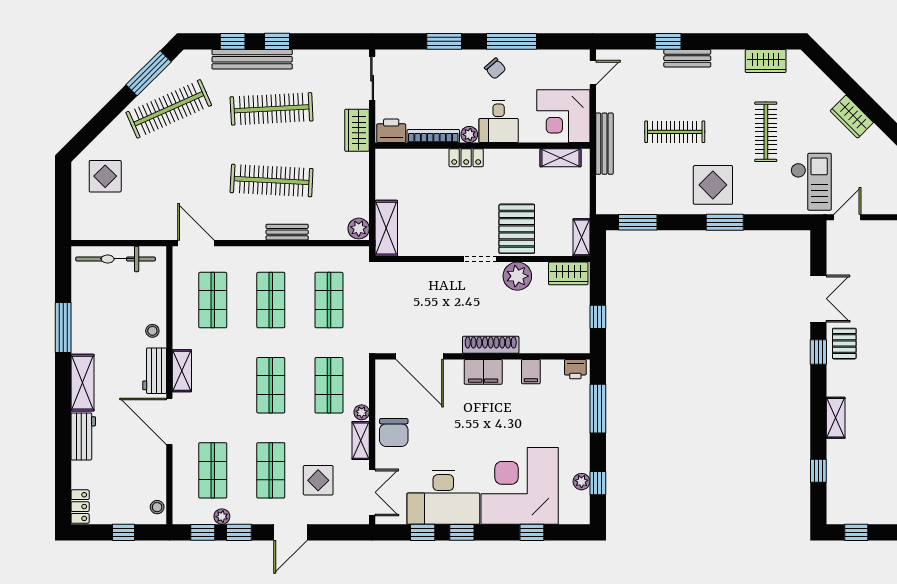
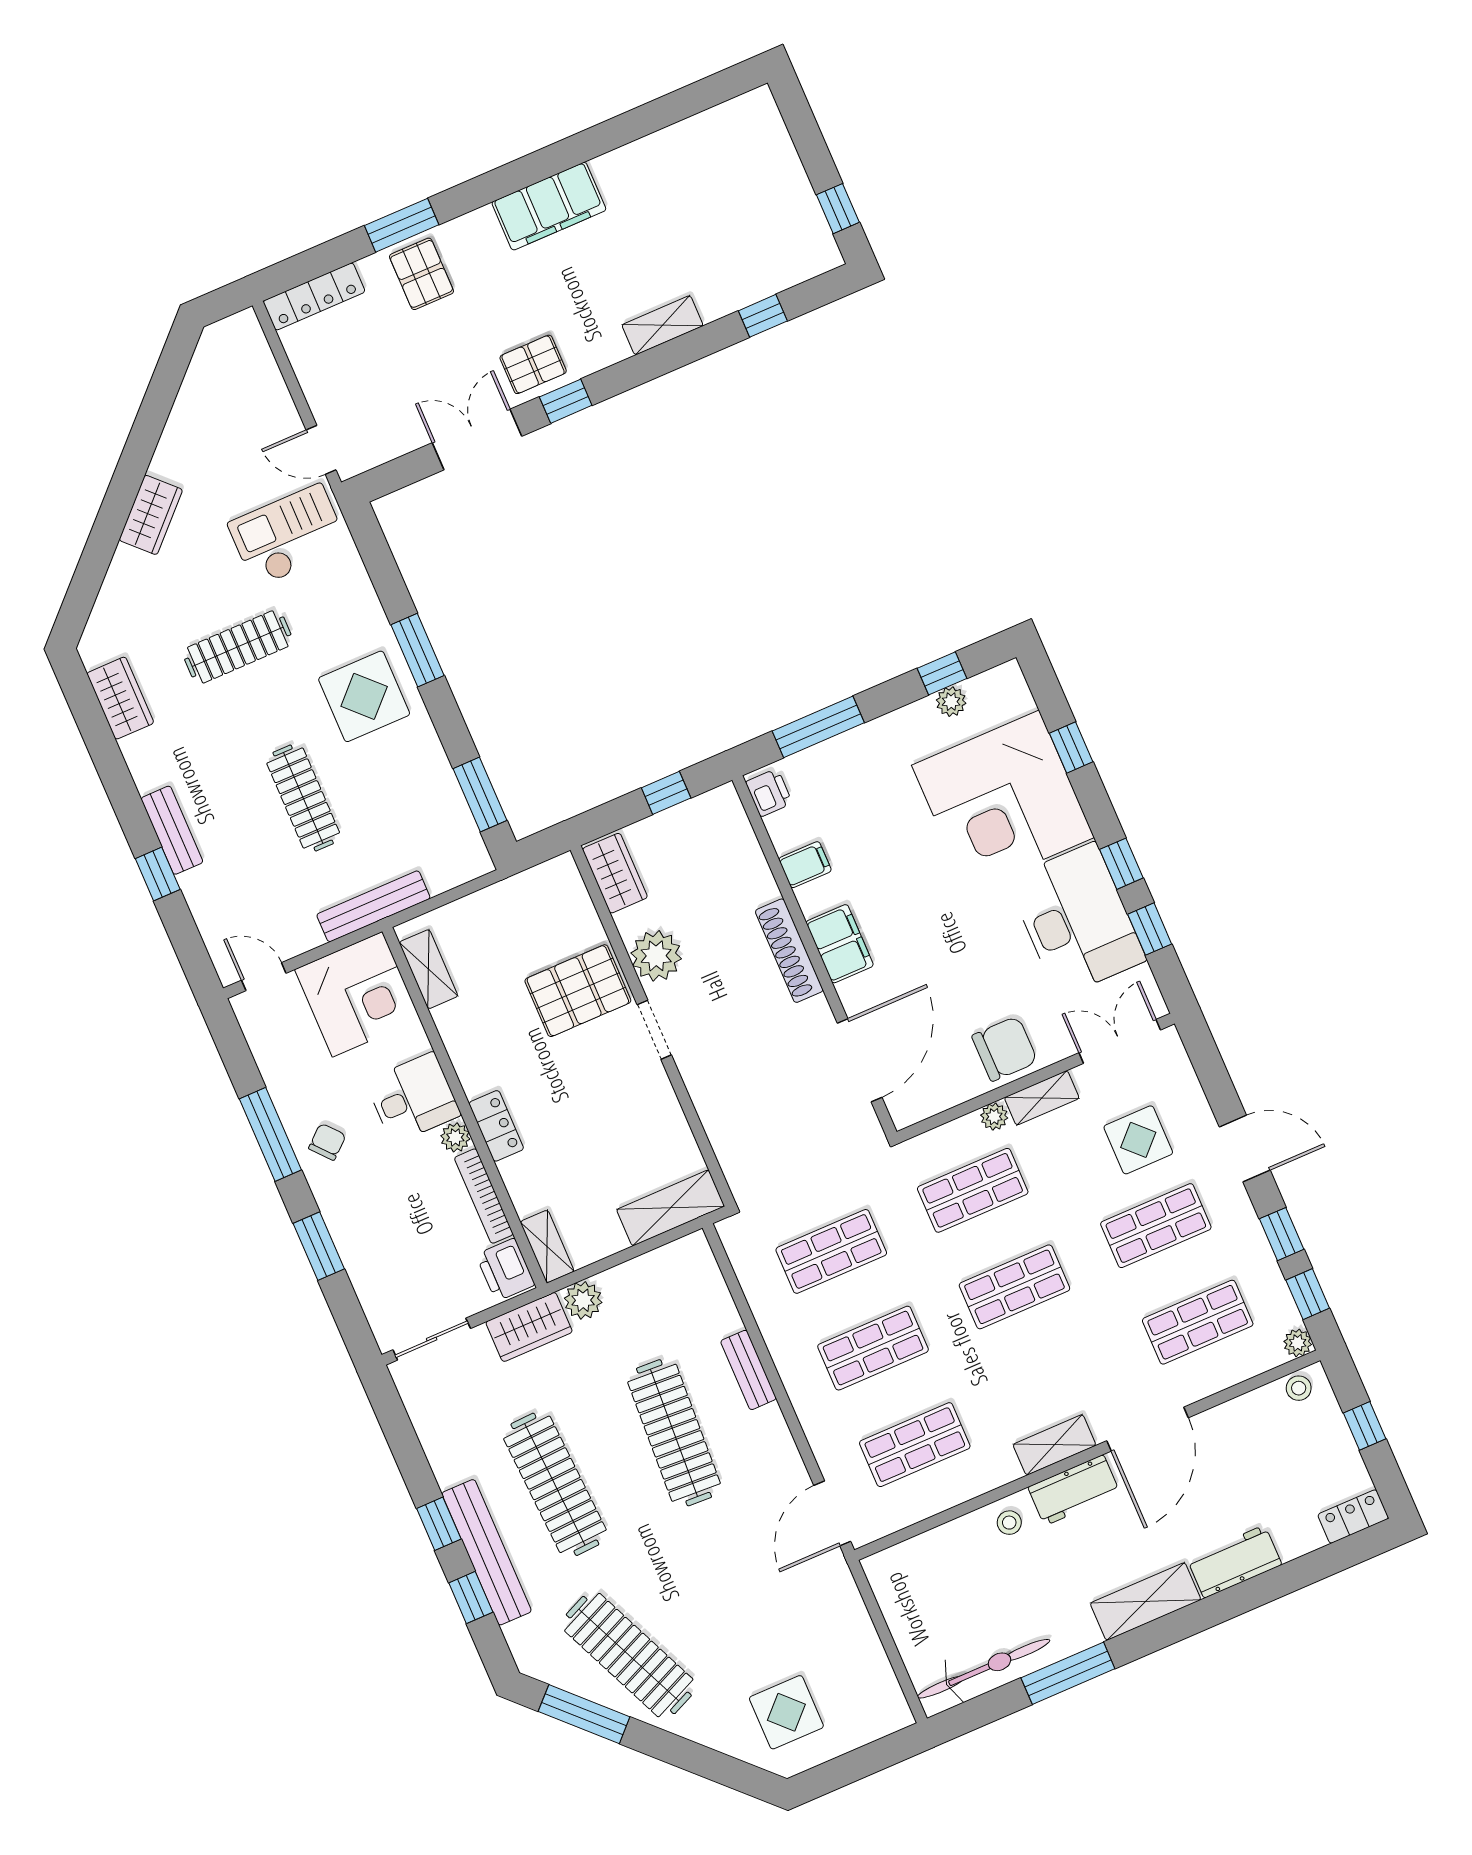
plant: (359, 229) -> (583, 1300), moved
shelving: (581, 237) -> (547, 1247), moved, turned 90
bicycle: (116, 259) -> (984, 1669), moved, turned -90
plant: (222, 517) -> (1298, 1343), moved

